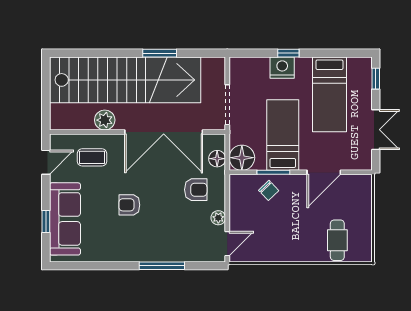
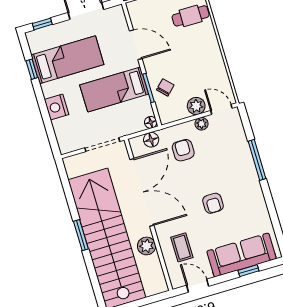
window: (160, 53) -> (81, 235), moved
window: (288, 53) -> (32, 69), moved
floor lamp: (242, 158) -> (151, 122), width x0.53, depth x0.53
plant: (239, 218) -> (196, 106), added

